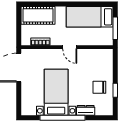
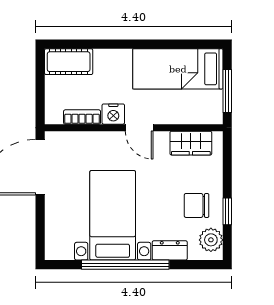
cot: (38, 15) -> (69, 62), width x0.73, depth x0.75
nightstand: (56, 40) -> (113, 114), added
wardrobe: (96, 55) -> (191, 143), added
plant: (107, 105) -> (211, 240), added

